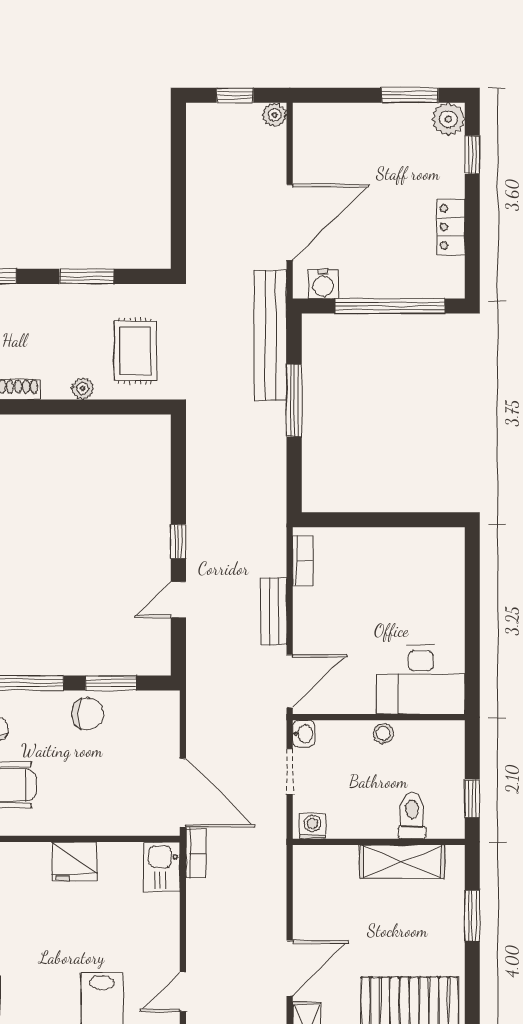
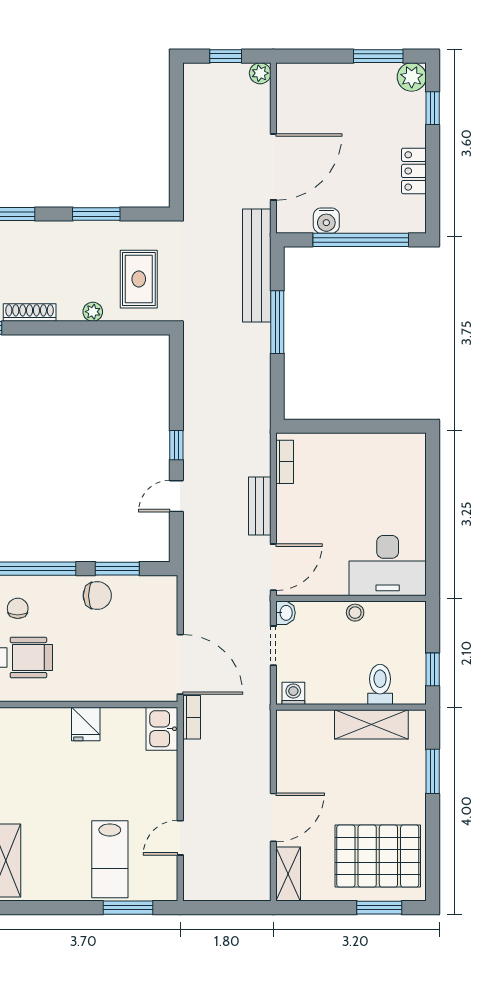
water cooler: (323, 284) -> (326, 221), moved
fridge: (74, 861) -> (86, 724), width x0.72

